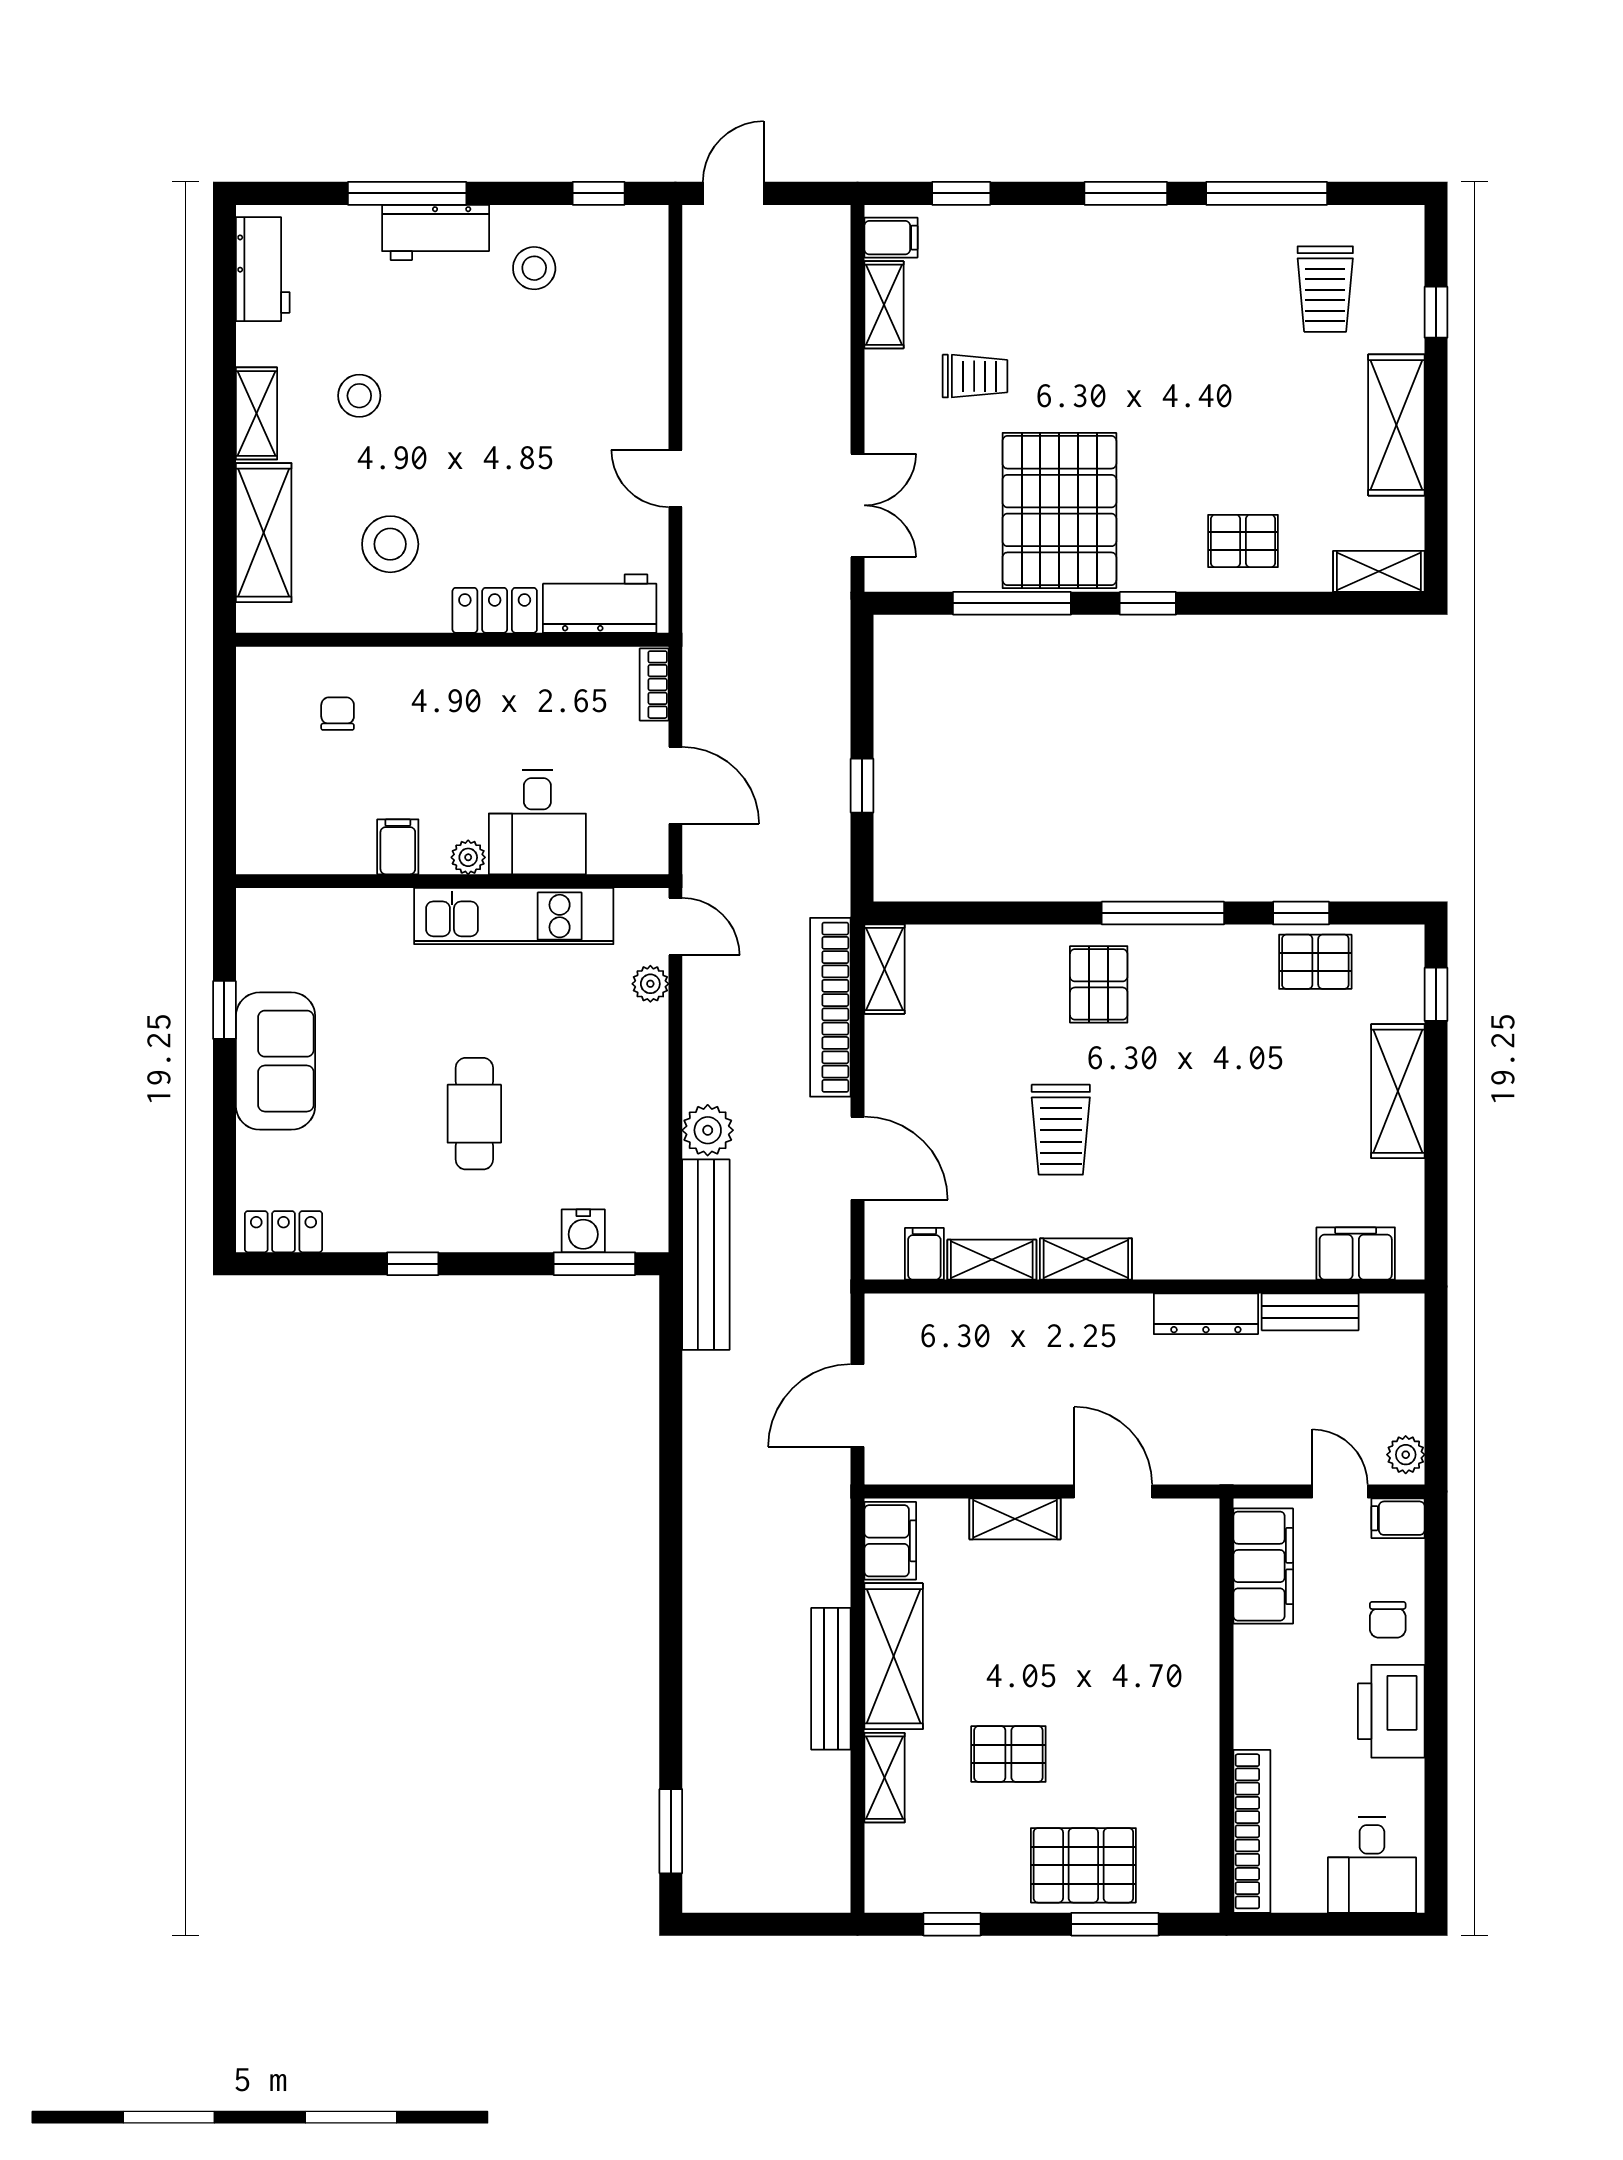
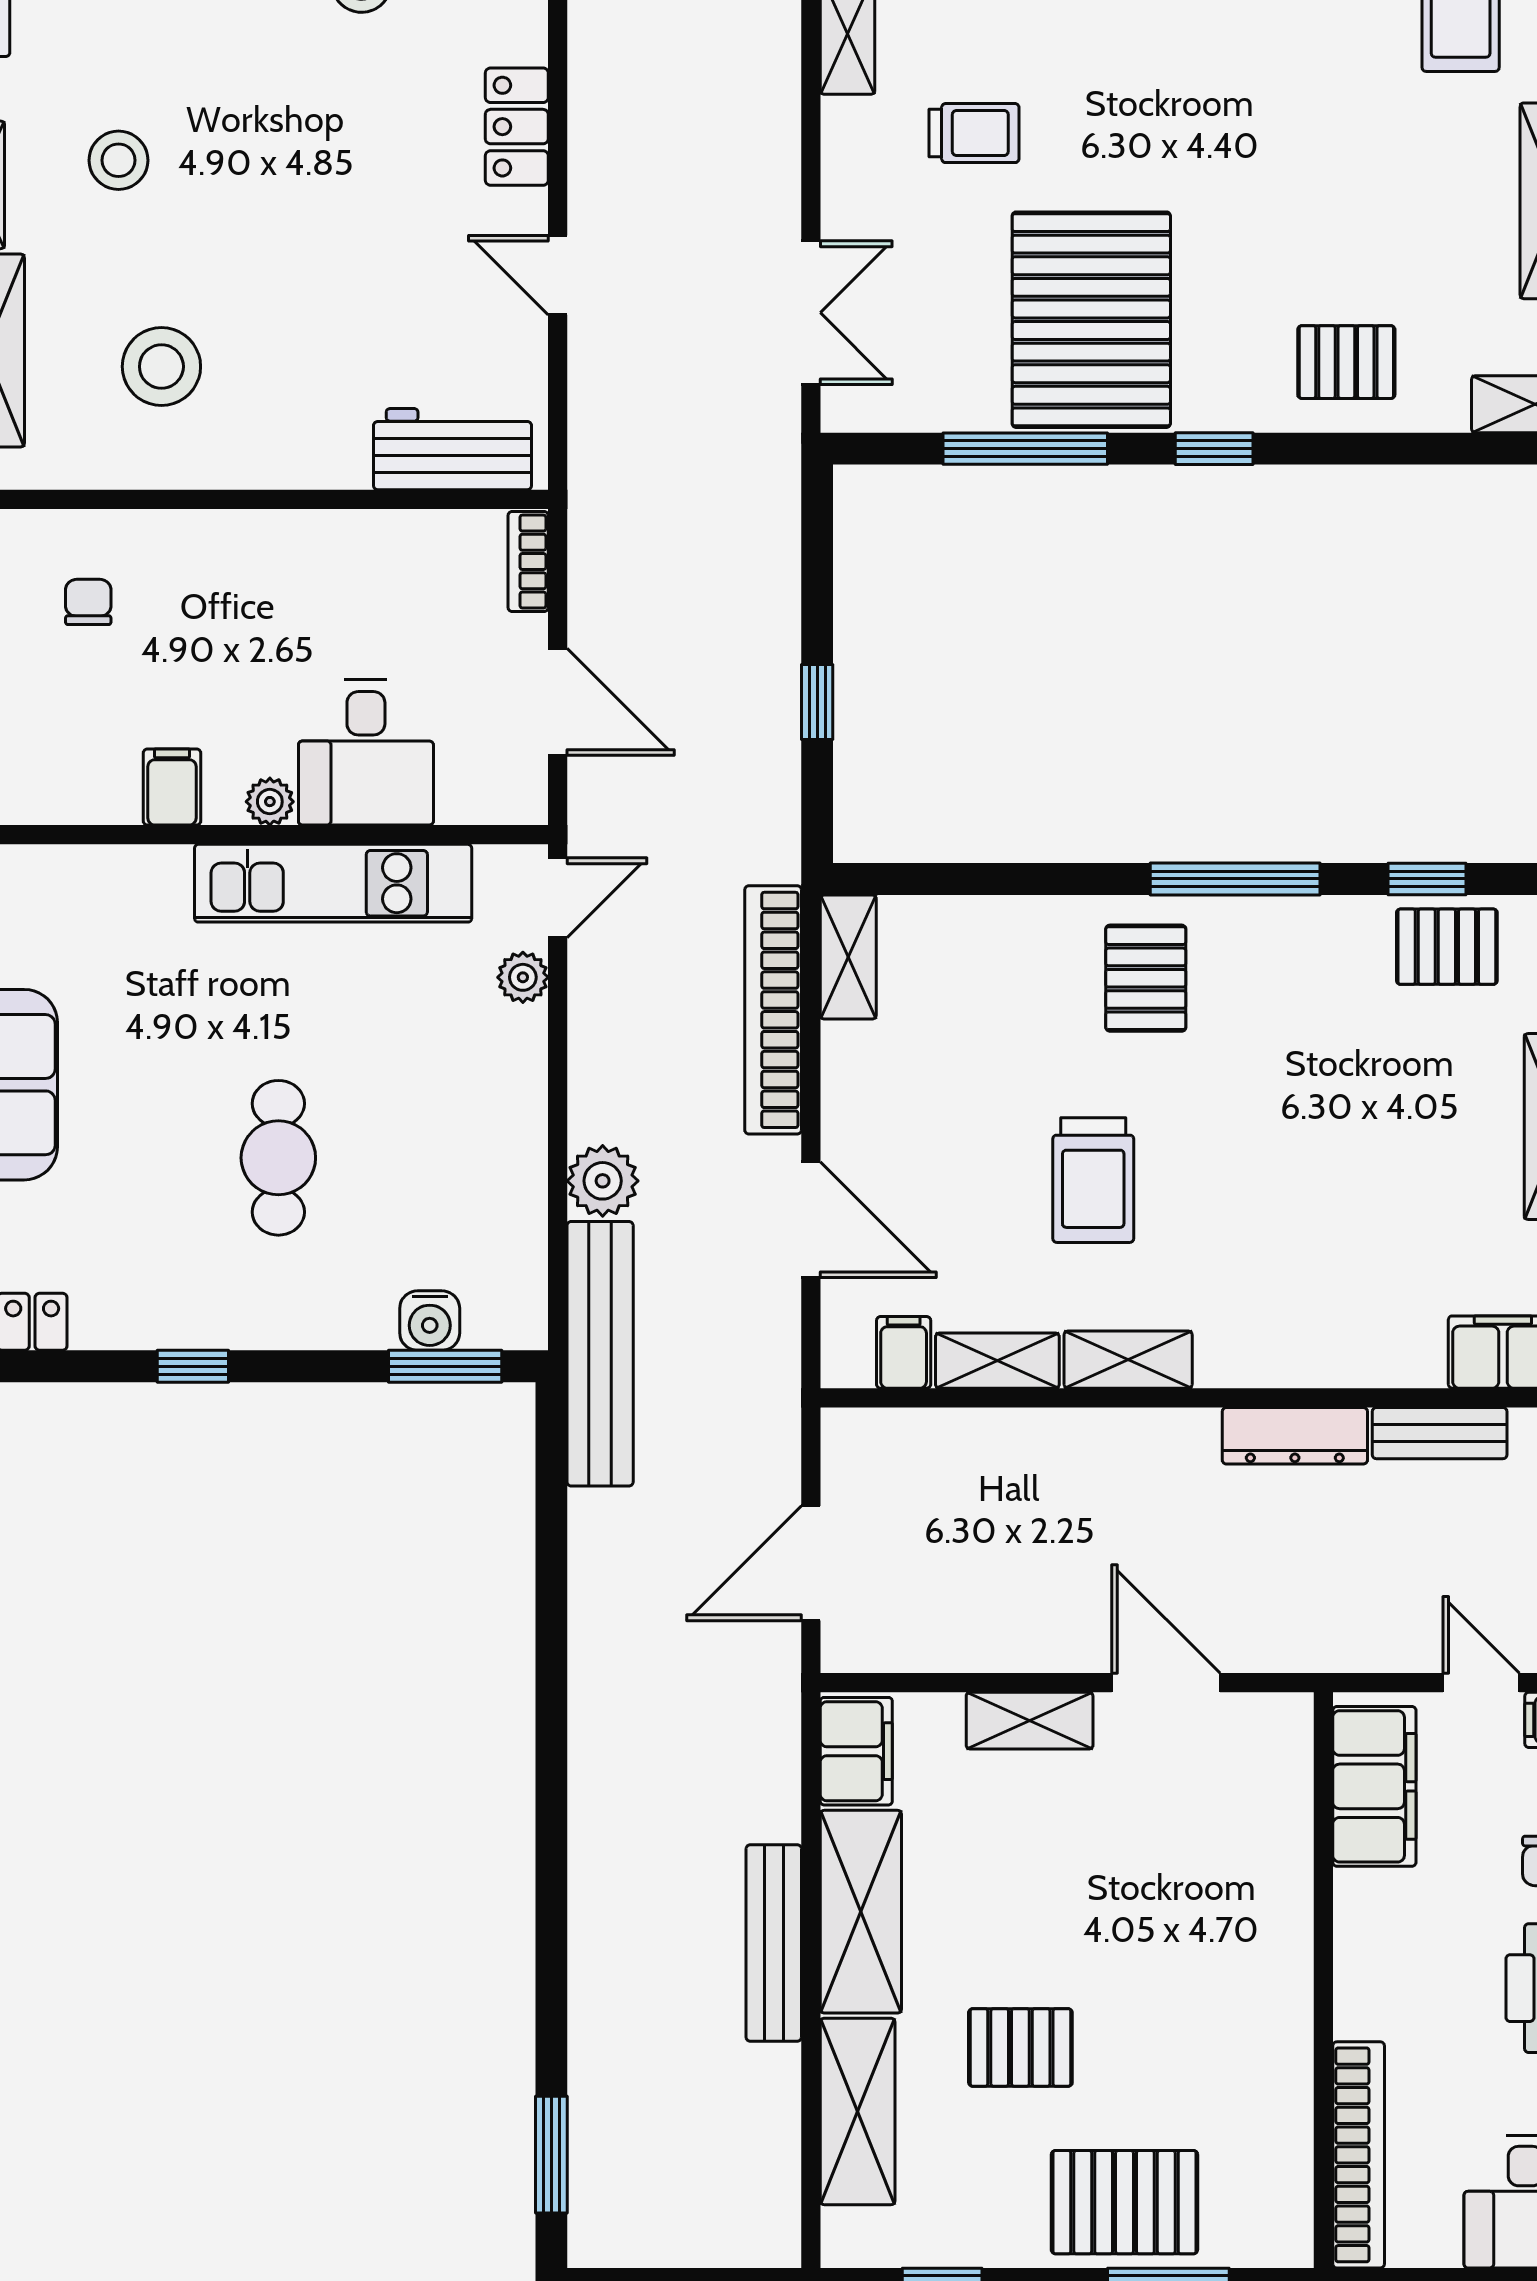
locker: (495, 610) -> (517, 127), moved, turned -90
door: (675, 927) -> (558, 898), hinge flipped
shelving: (885, 1778) -> (858, 2111), width x1.50, depth x1.33

